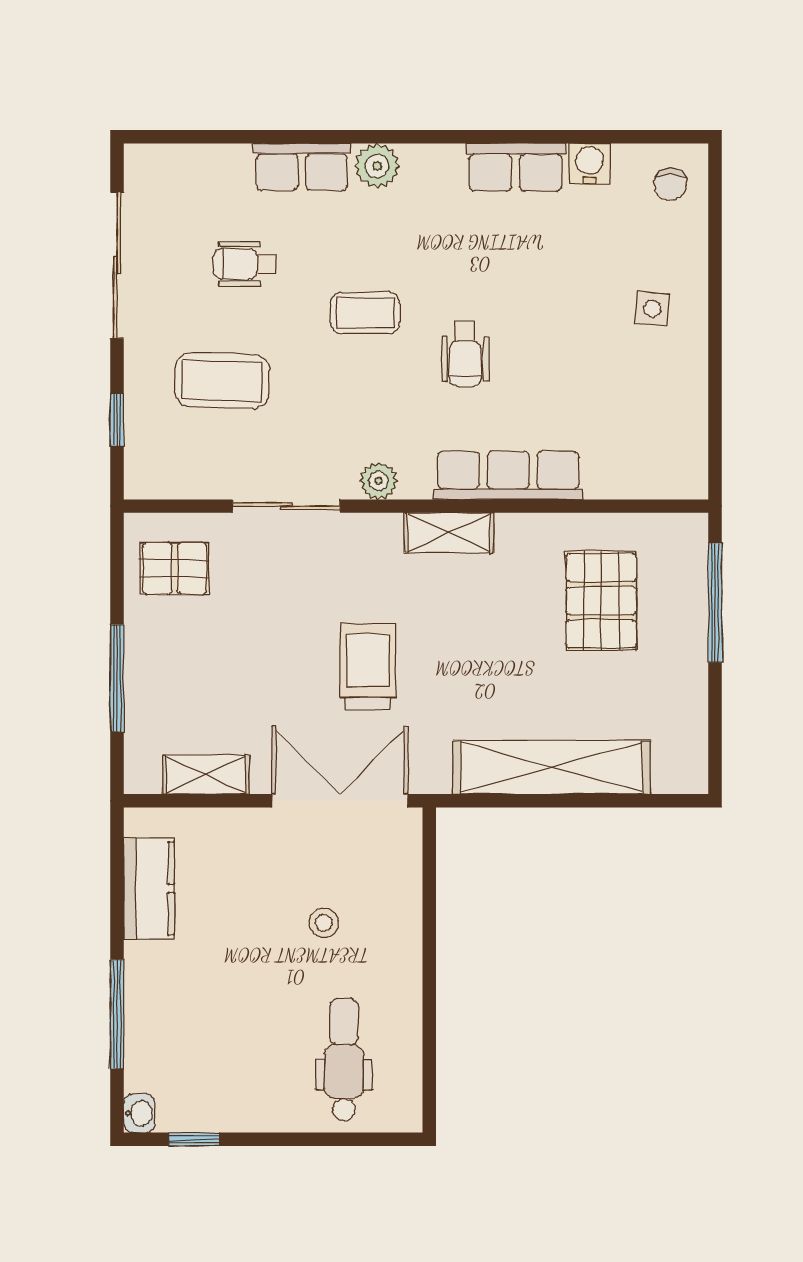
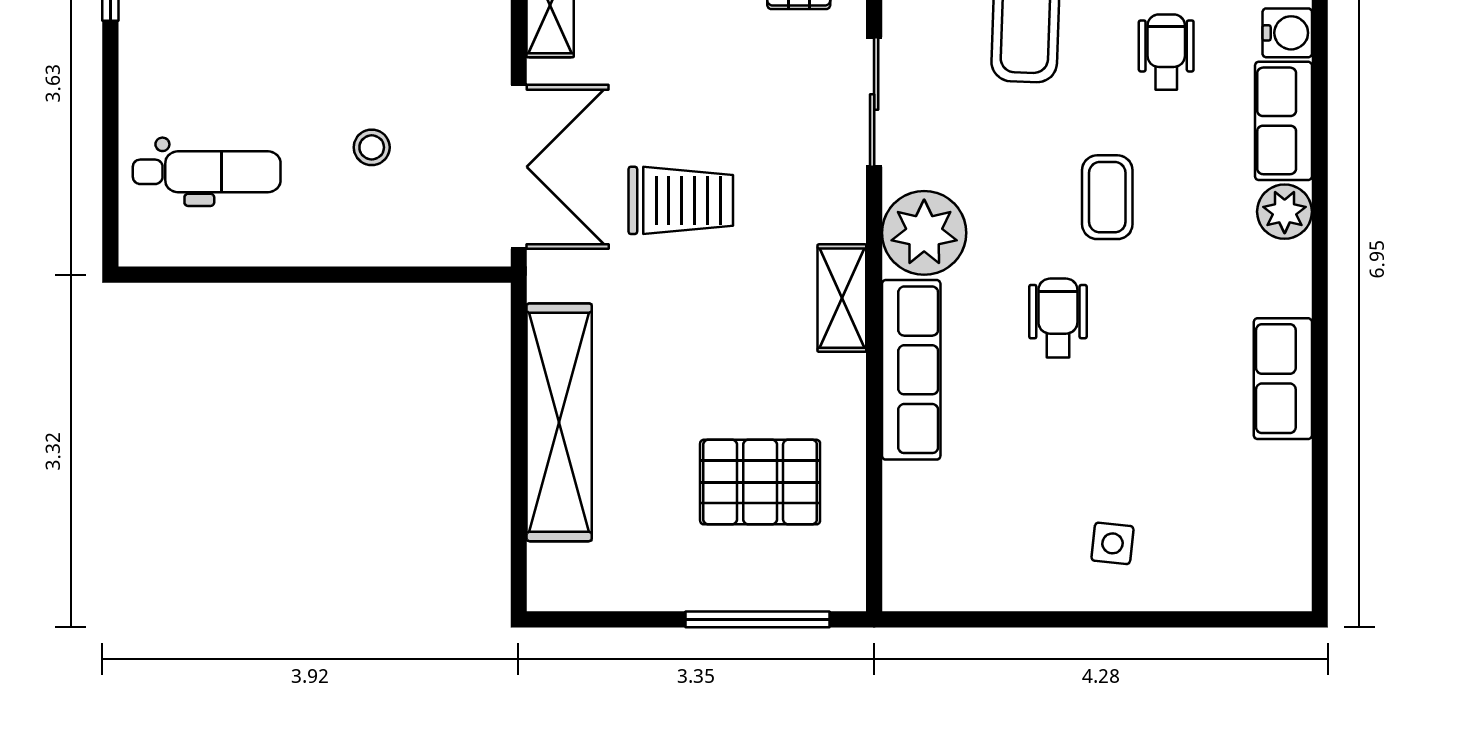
water cooler: (590, 164) -> (1287, 33), moved
chair: (670, 184) -> (1263, 565), removed
wheelchair: (465, 354) -> (1058, 318), turned 90
plant: (378, 481) -> (924, 233), width x1.88, depth x1.88

